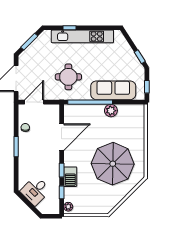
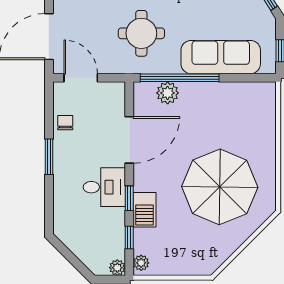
door: (34, 102) -> (81, 78), hinge flipped
plant: (111, 111) -> (168, 93), moved
desk: (35, 191) -> (104, 187), moved, turned -135
plant: (55, 209) -> (117, 268), added

